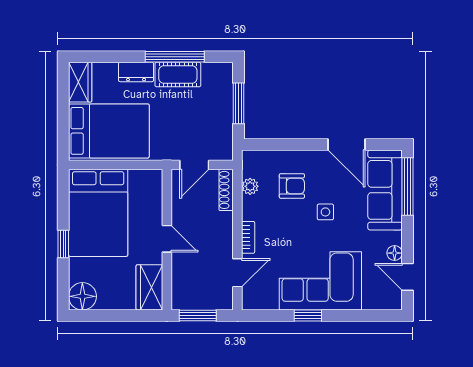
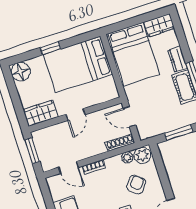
plant: (254, 164) -> (142, 155), added
armchair: (292, 186) -> (136, 185), turned -141

